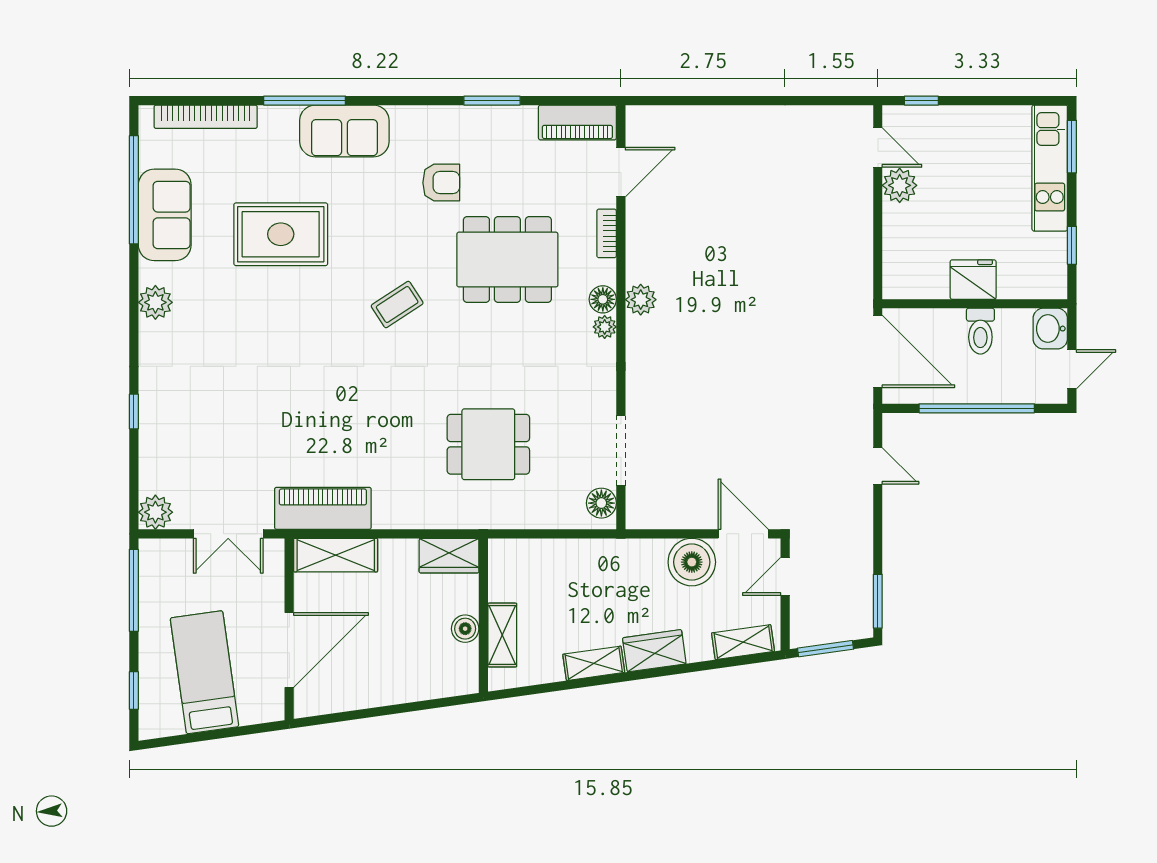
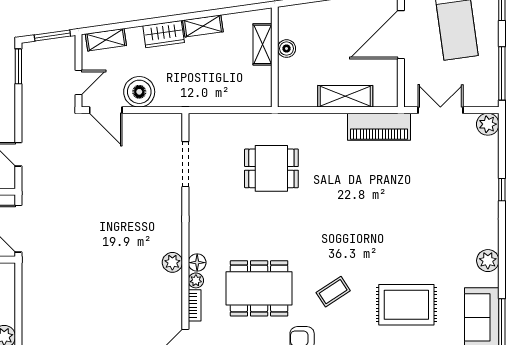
coffee table: (397, 305) -> (333, 292), moved
plant: (605, 327) -> (196, 280), moved
floor lamp: (601, 503) -> (198, 130), removed
shelving: (336, 555) -> (345, 96), moved
wardrobe: (449, 556) -> (297, 96), removed

